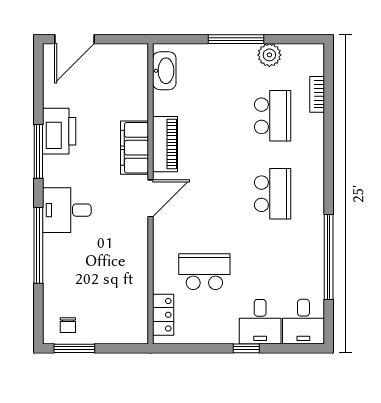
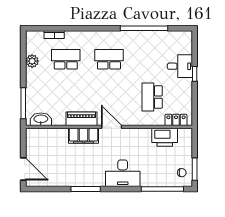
window: (236, 39) -> (23, 103), moved
printer: (59, 131) -> (165, 137), moved, turned 180
desk: (67, 210) -> (123, 173), width x1.37
window: (38, 245) -> (162, 189), moved
desk: (303, 322) -> (180, 42), removed

